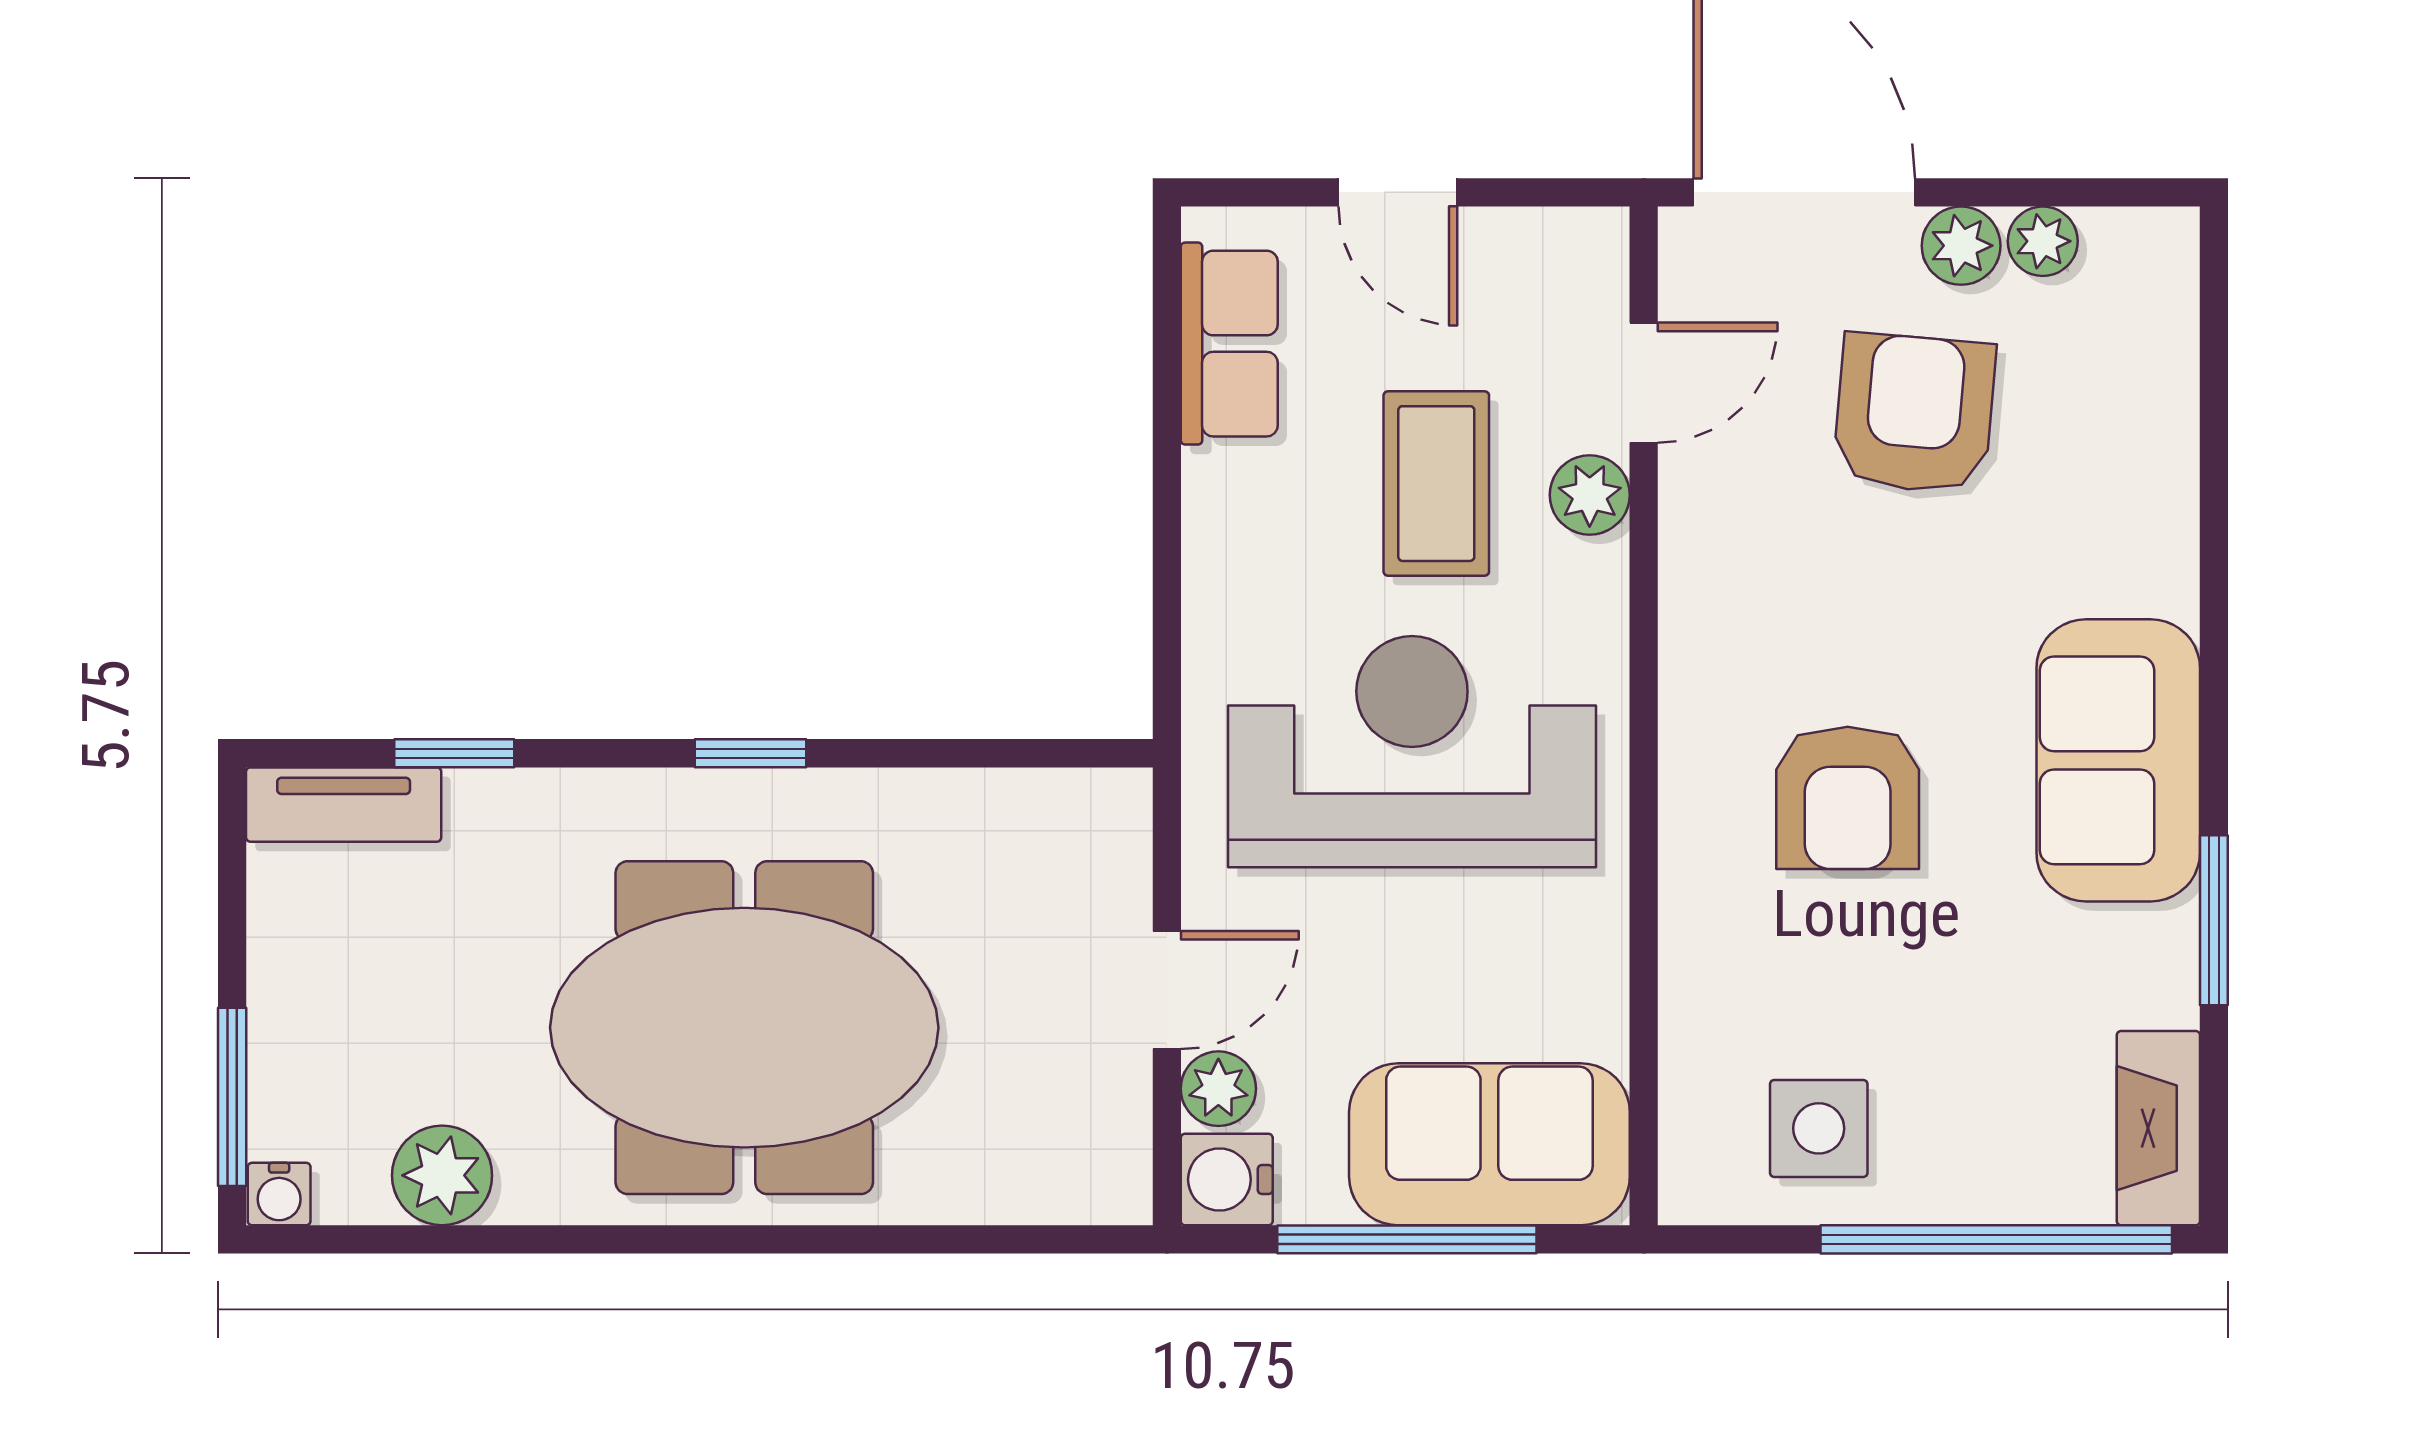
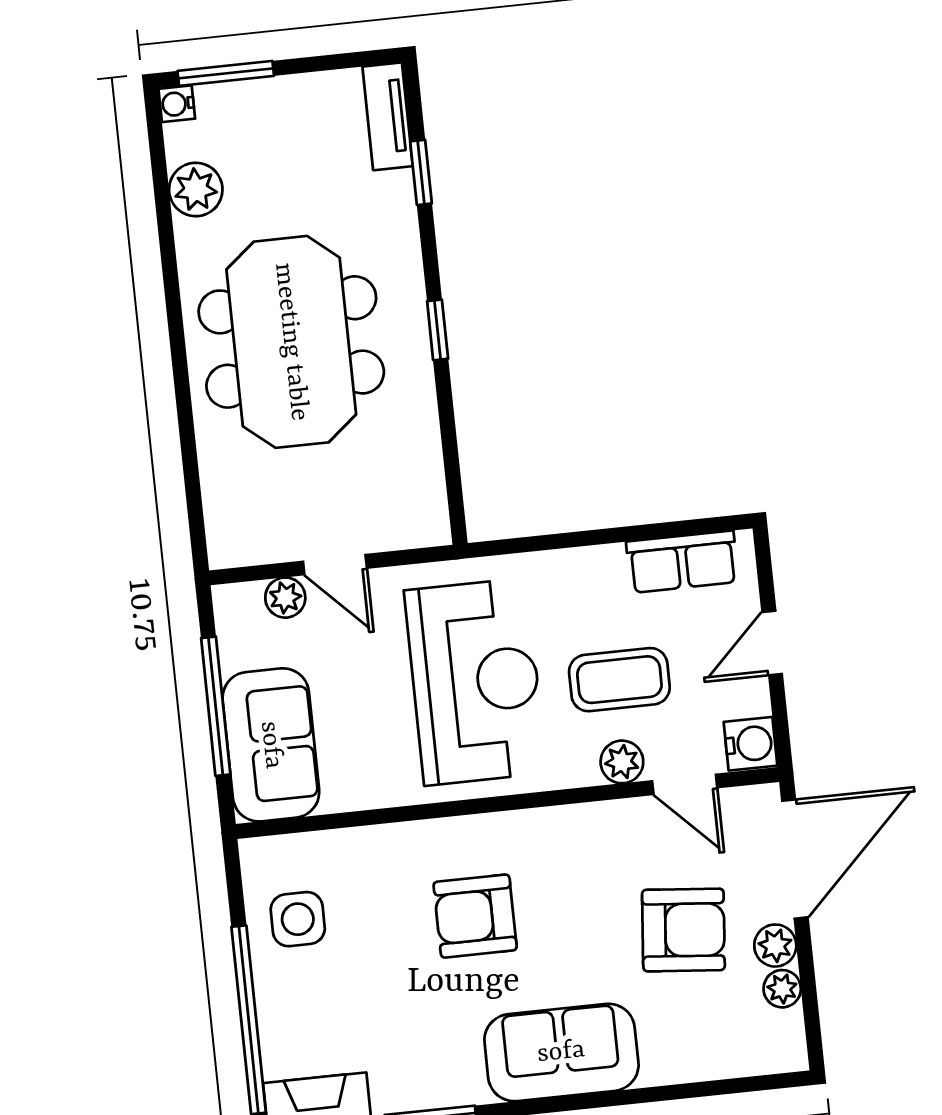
sofa: (2118, 760) -> (561, 1052), moved
water cooler: (1227, 1179) -> (751, 744), moved, turned 90

